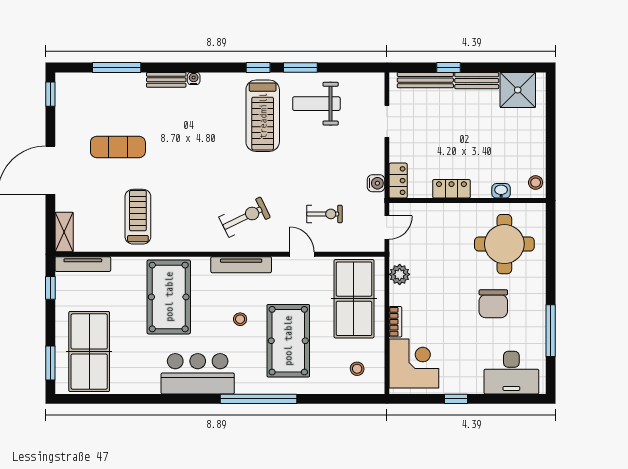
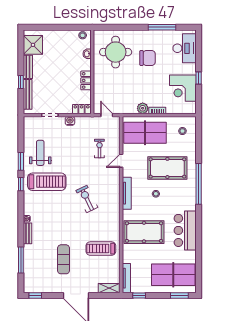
weight bench: (316, 104) -> (40, 153), turned 180
water cooler: (376, 183) -> (70, 121), moved
exercise bike: (245, 217) -> (87, 199), moved
plant: (400, 274) -> (143, 108), moved
corner desk: (414, 363) -> (183, 88), moved, turned -90
bar counter: (198, 374) -> (185, 230), moved

